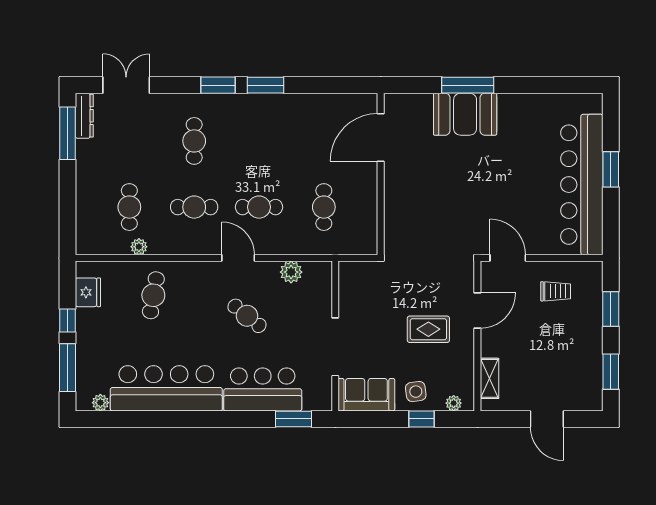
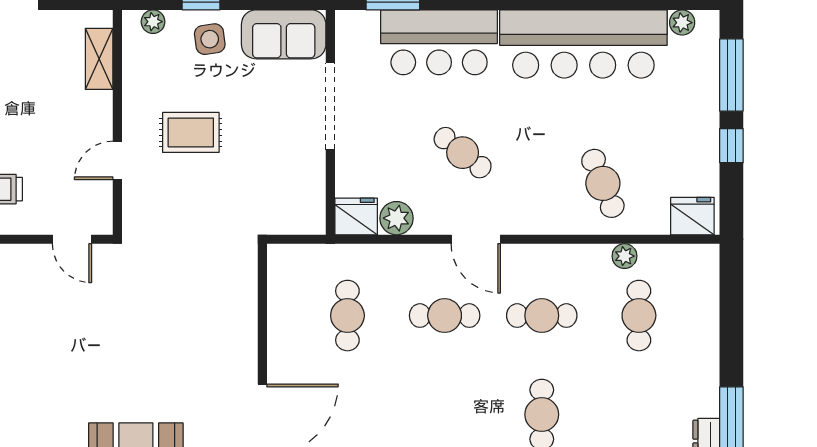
door: (508, 258) -> (72, 239), width x0.73
fridge: (318, 273) -> (356, 216), added
fridge: (88, 292) -> (692, 216), moved, turned 90
cafe table: (153, 295) -> (603, 183), turned -32
door: (477, 311) -> (117, 160), width x0.73

